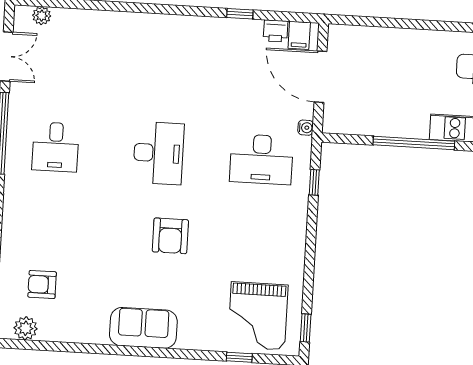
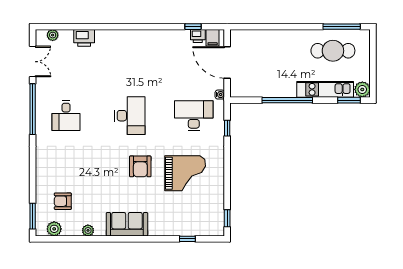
window: (240, 14) -> (193, 27), moved
printer: (92, 23) -> (84, 38), added
desk: (261, 159) -> (194, 116), turned 180
grand piano: (258, 316) -> (185, 173), moved, turned -90
plant: (80, 334) -> (88, 230), added

